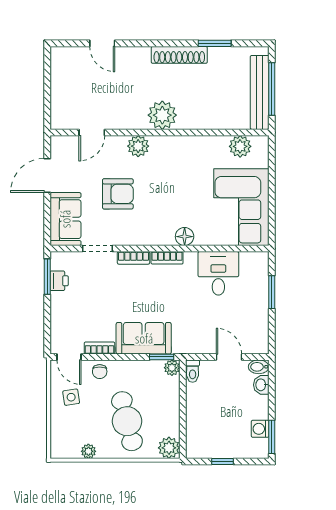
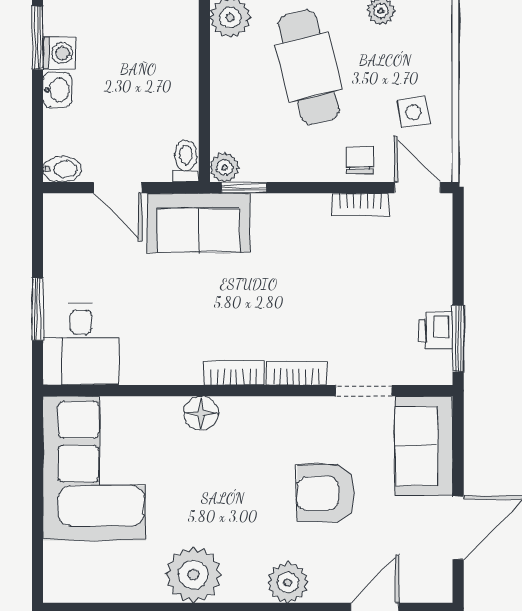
plant: (240, 146) -> (193, 575), moved, width x1.36, depth x1.36
desk: (218, 273) -> (81, 344), moved
sofa: (144, 338) -> (199, 223), moved
washbasin: (261, 385) -> (57, 90), moved

